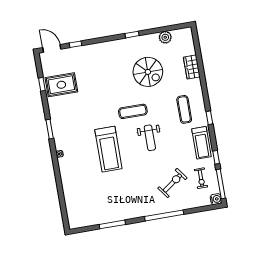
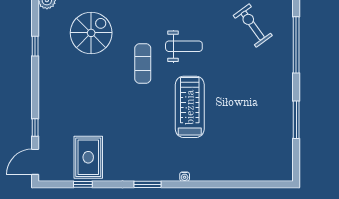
treadmill: (108, 149) -> (190, 107), turned -90

